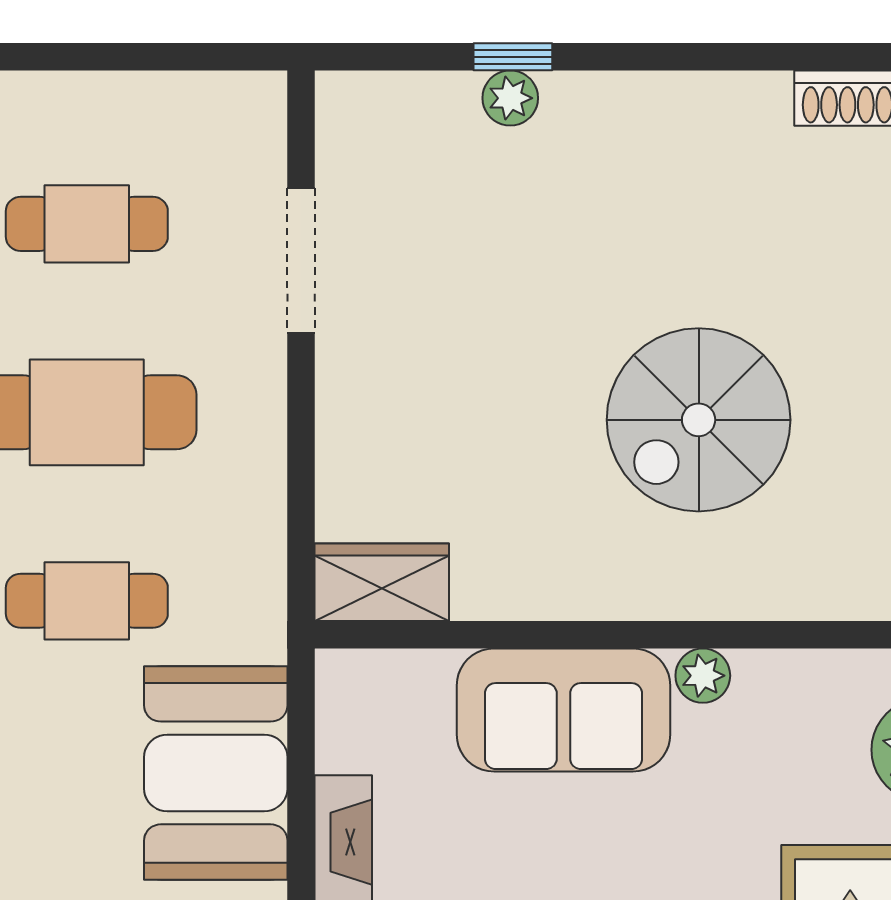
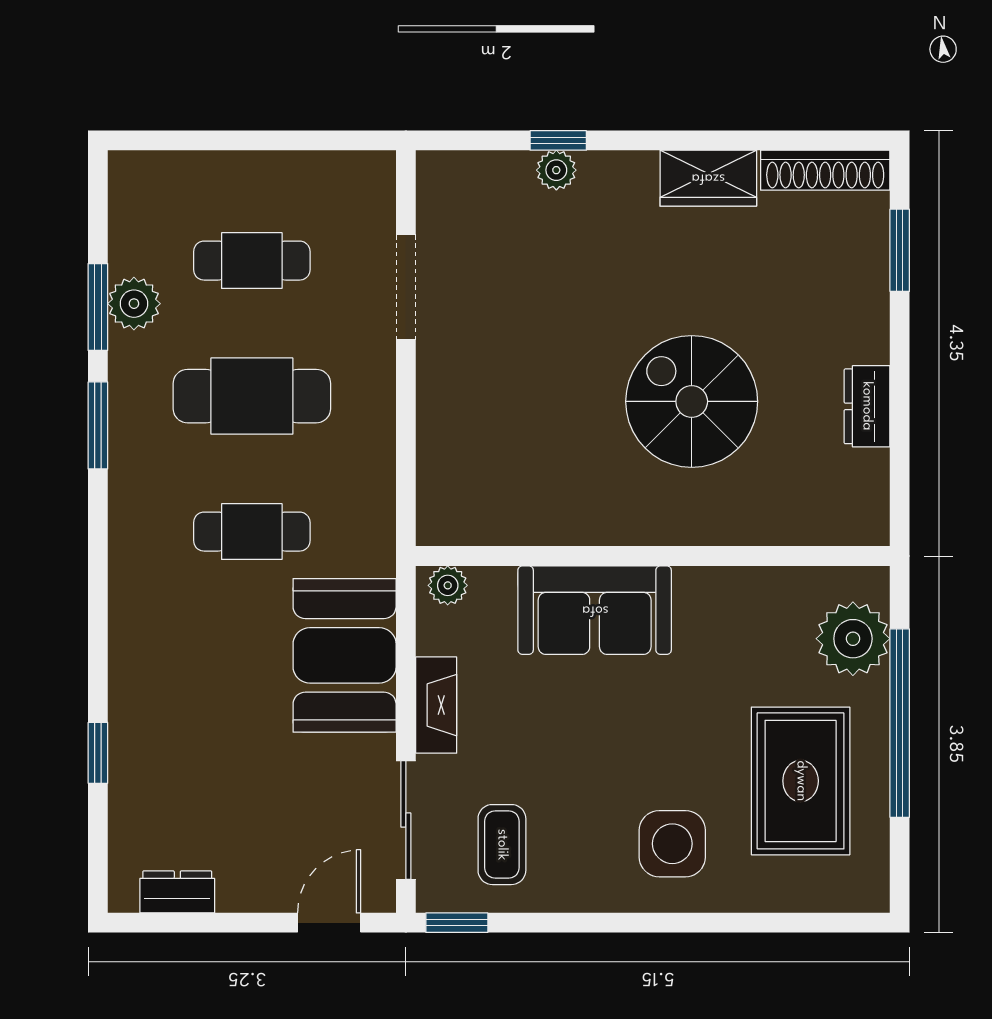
spiral stairs: (699, 420) -> (692, 401), turned 90
wardrobe: (382, 582) -> (708, 178), moved, turned 180
plant: (703, 676) -> (448, 585), moved

